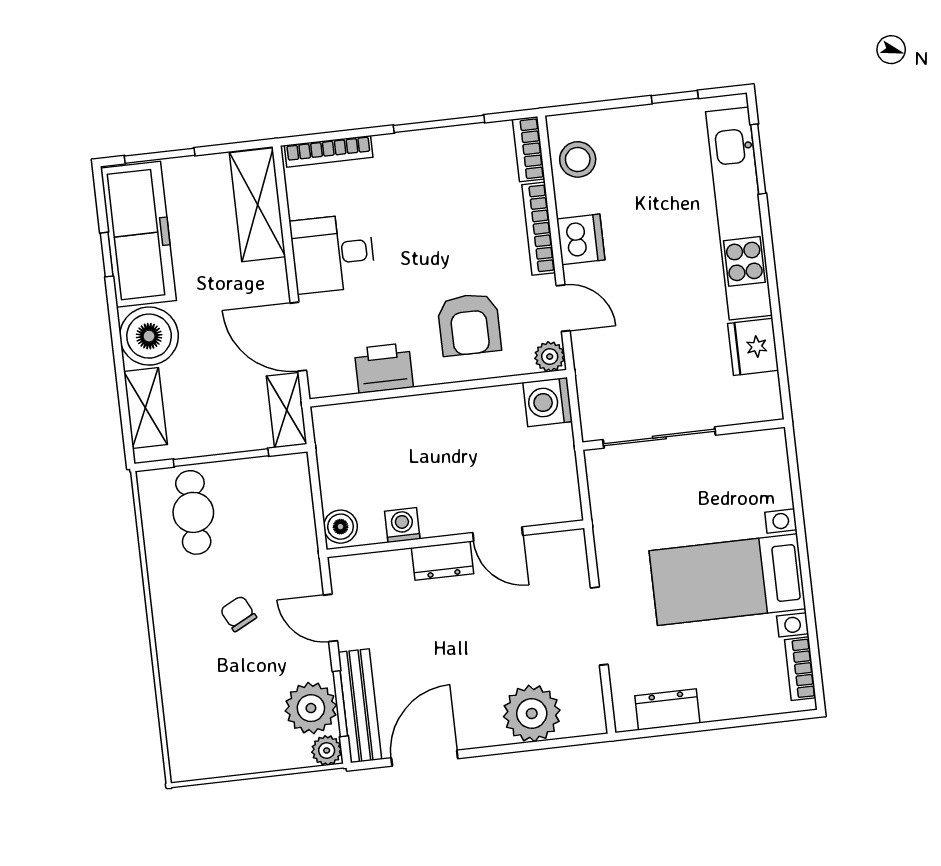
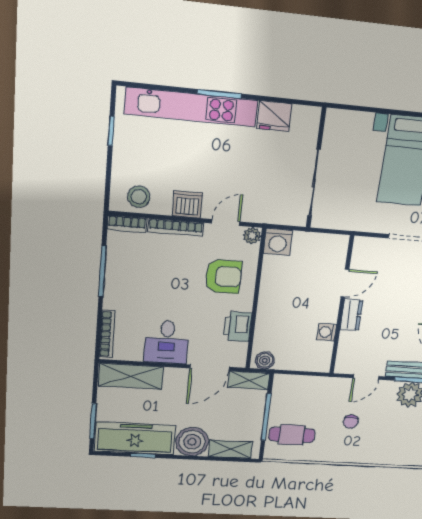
window: (758, 159) -> (219, 94), moved
boiler: (341, 527) -> (265, 360), moved
chair: (238, 614) -> (351, 422), turned -63

